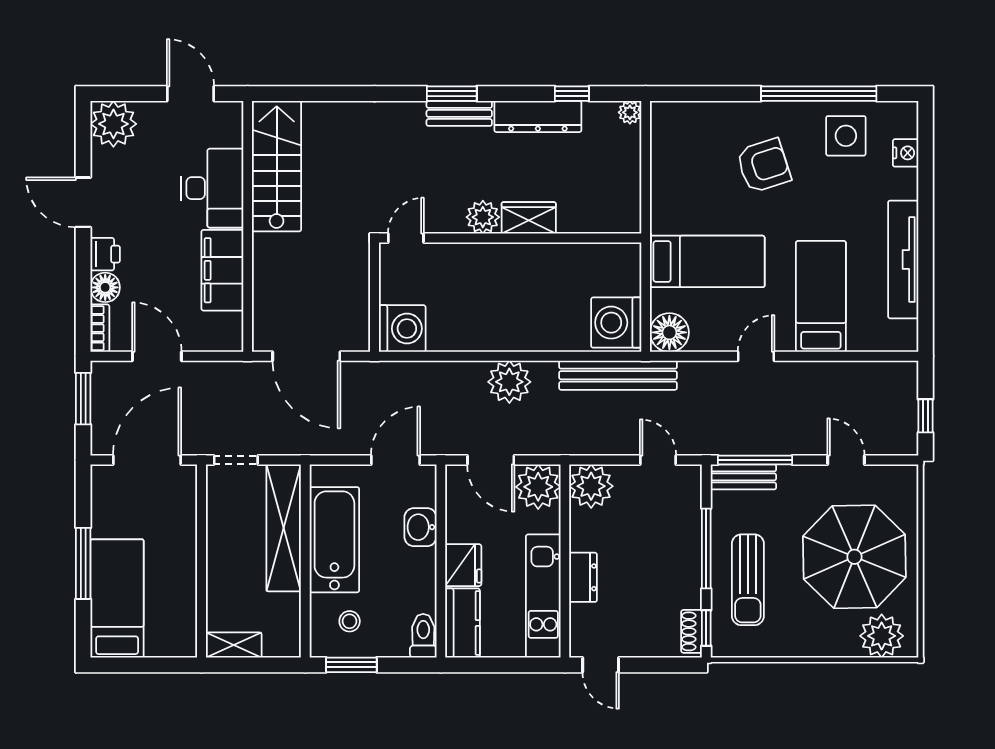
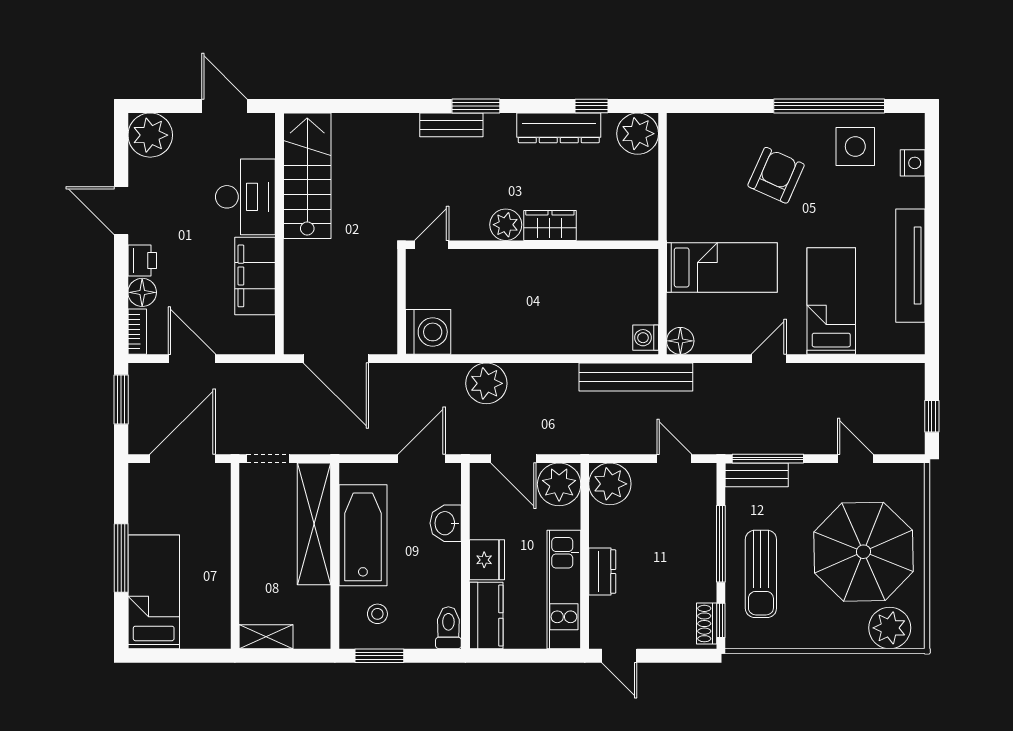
plant: (630, 112) -> (638, 134), width x1.87, depth x1.87
bench: (459, 113) -> (451, 125), moved
armchair: (764, 166) -> (776, 175), turned -48
washing machine: (616, 323) -> (646, 338), width x0.53, depth x0.53
floor lamp: (669, 332) -> (680, 341), width x0.73, depth x0.73
plant: (509, 382) -> (486, 383), moved

